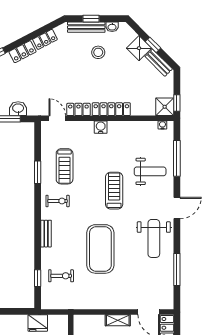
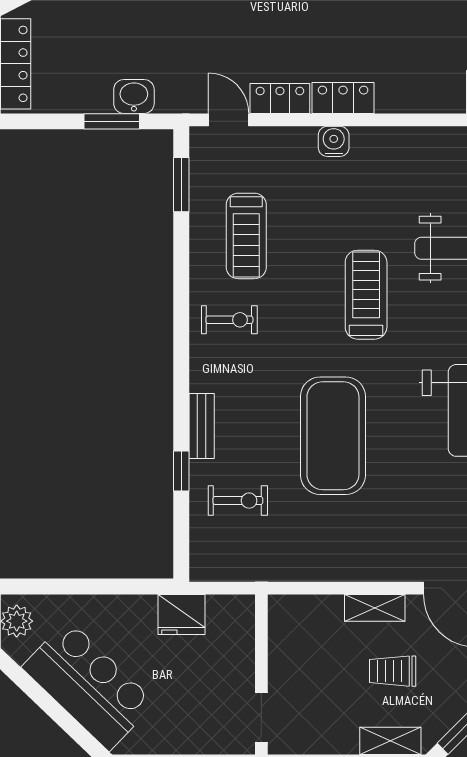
locker: (111, 109) -> (343, 98), width x0.66
window: (38, 172) -> (181, 185), moved
bench: (46, 234) -> (202, 426), moved
window: (38, 278) -> (181, 471), moved

